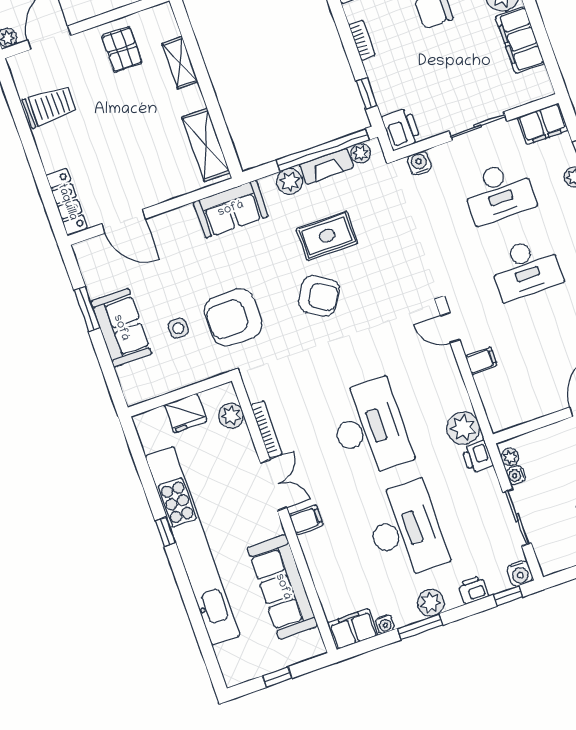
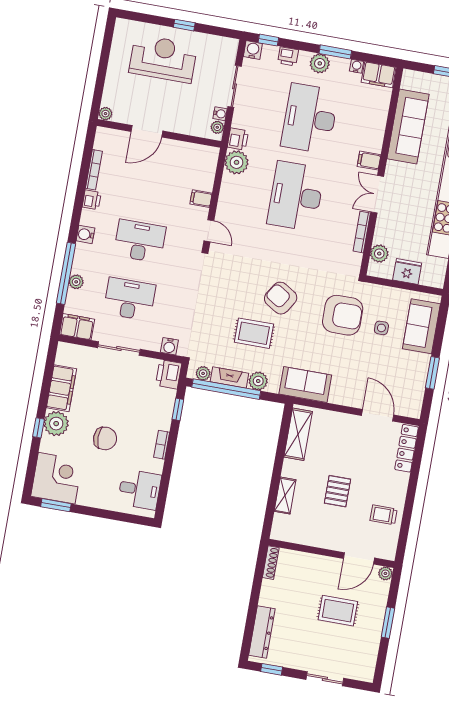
pallet: (122, 50) -> (337, 491), moved
trolley: (49, 106) -> (384, 515), width x0.73, depth x0.72
sofa: (121, 328) -> (421, 326), moved

